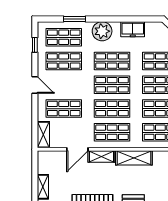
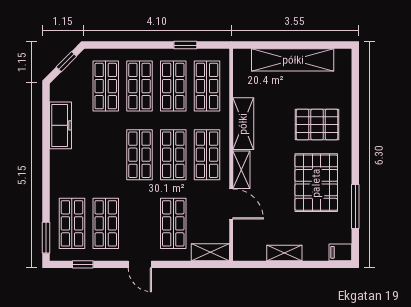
window: (74, 19) -> (46, 238), moved
freezer: (133, 29) -> (61, 125), width x1.40
plant: (102, 31) -> (63, 169), removed
shop shelf: (112, 61) -> (106, 155), removed
door: (35, 85) -> (140, 264), swing flipped

